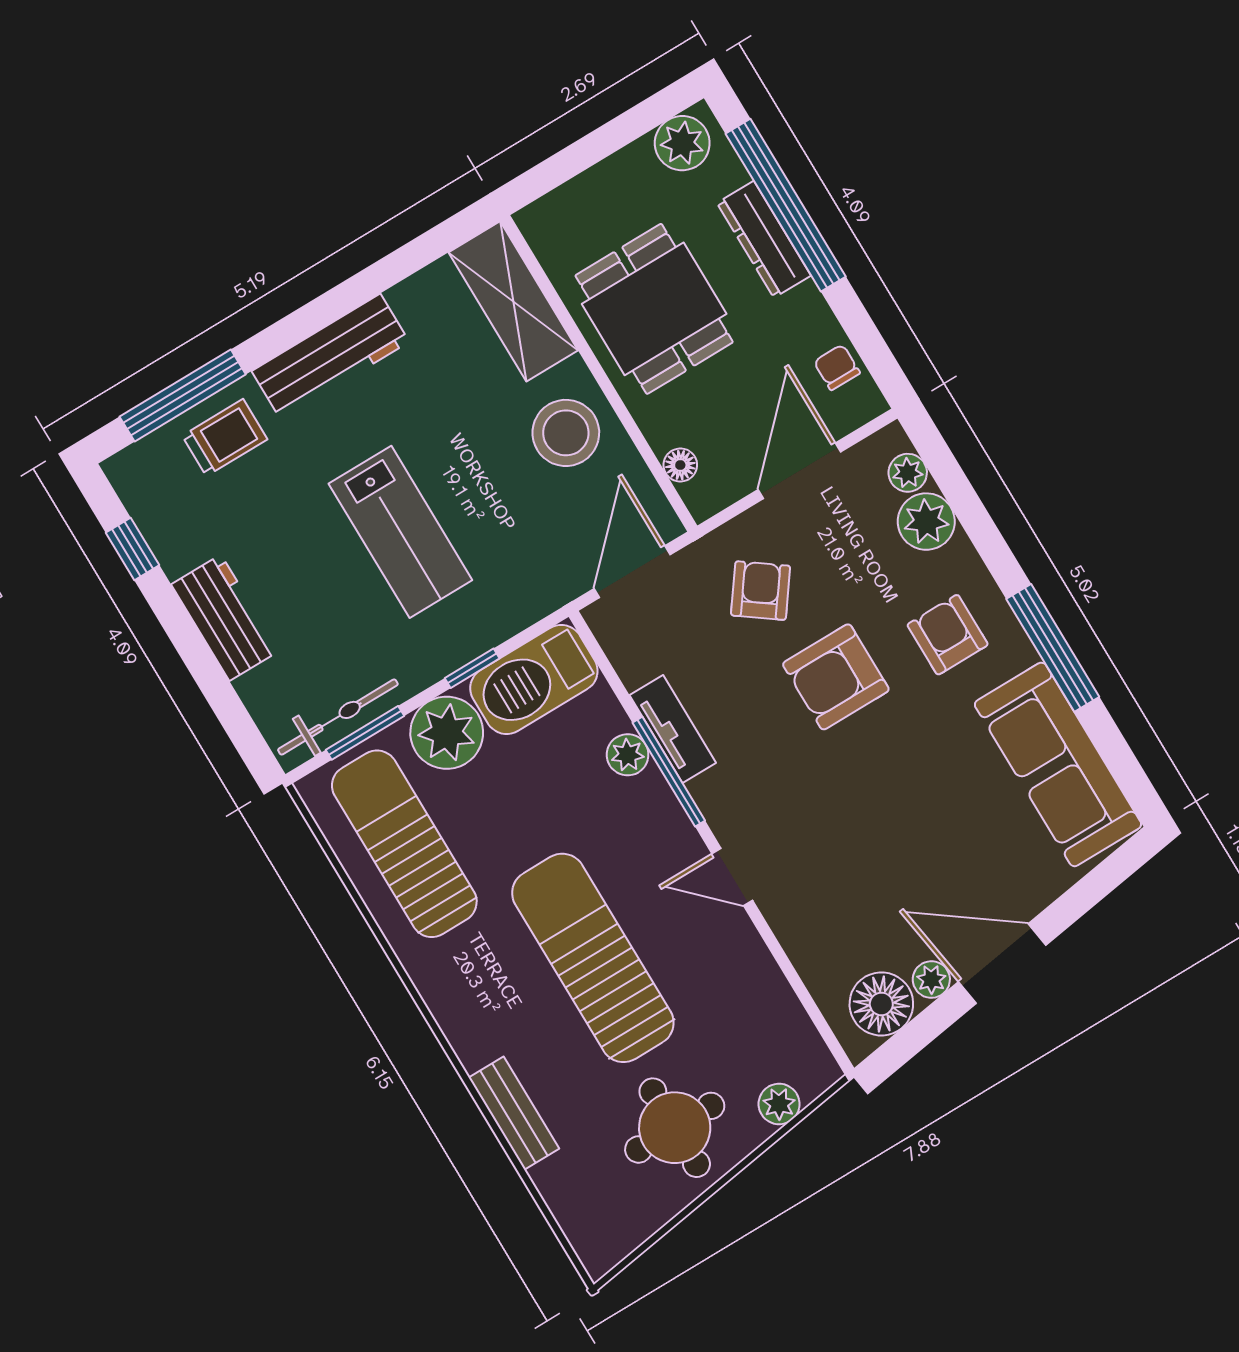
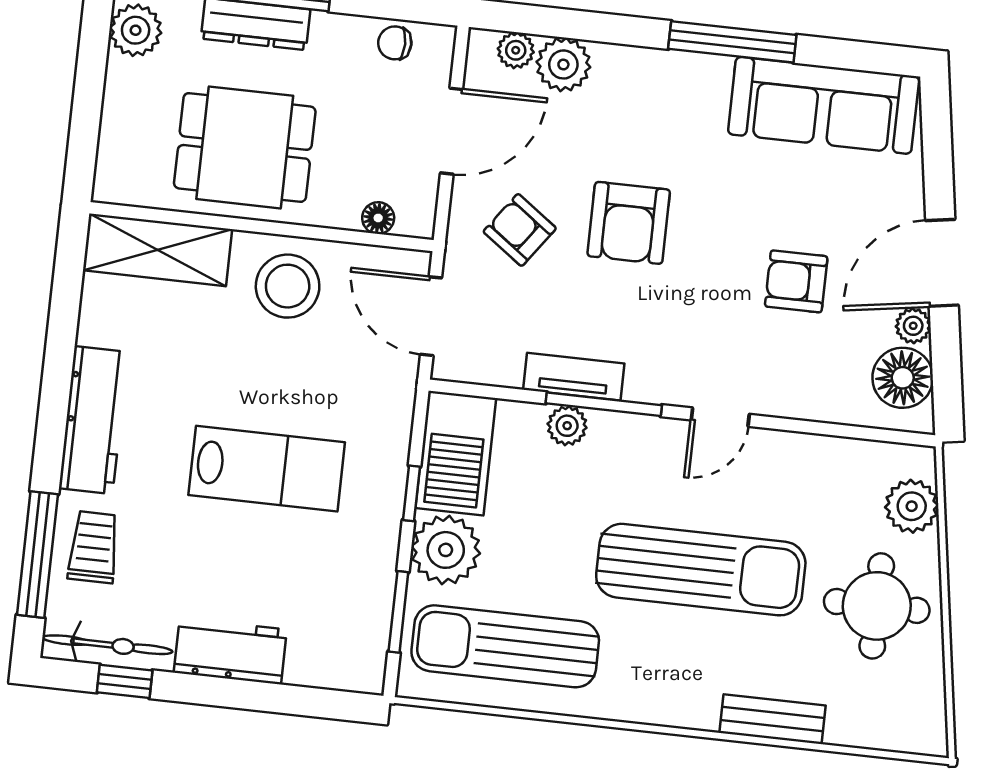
door: (799, 471) -> (451, 131), swing flipped
armchair: (948, 635) -> (796, 281), moved
bicycle: (338, 717) -> (107, 645), moved, turned 90
sun lounger: (593, 958) -> (701, 570), turned 180
plant: (779, 1104) -> (912, 506), width x1.38, depth x1.38

